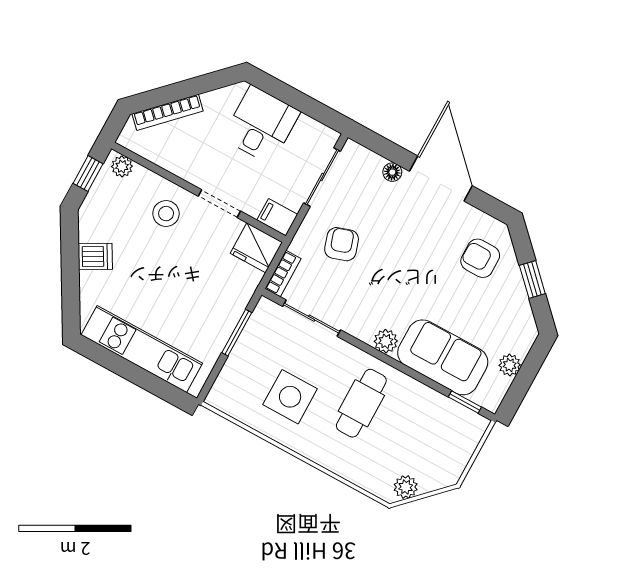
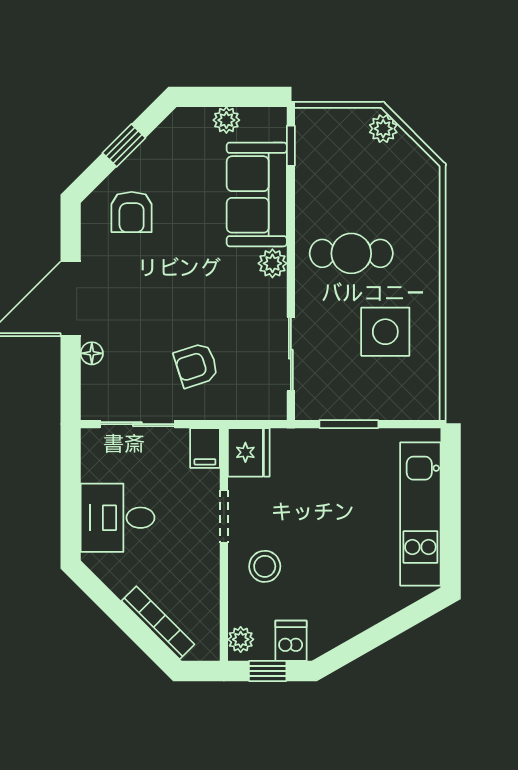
dishwasher: (95, 256) -> (291, 641), moved, turned 30
bookcase: (283, 274) -> (261, 410), removed
plant: (406, 487) -> (383, 129), moved

